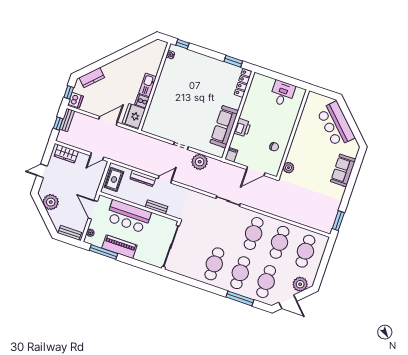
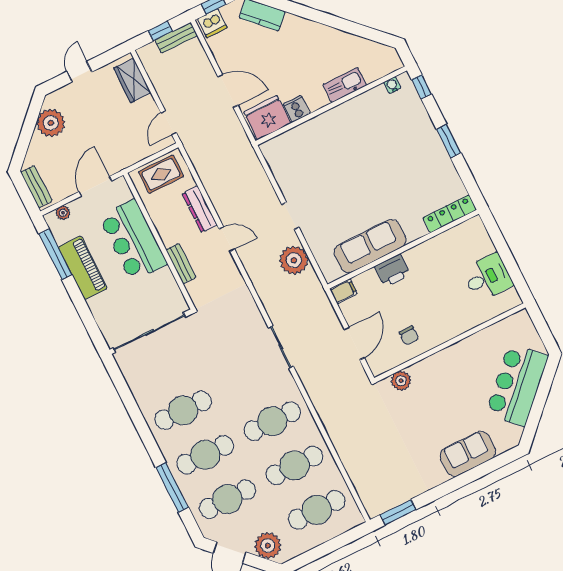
window: (233, 61) -> (449, 141), moved
kitchen sink: (148, 85) -> (345, 85), moved
door: (97, 156) -> (169, 123), hinge flipped
door: (42, 171) -> (79, 72), hinge flipped
door: (256, 171) -> (354, 344), swing flipped

